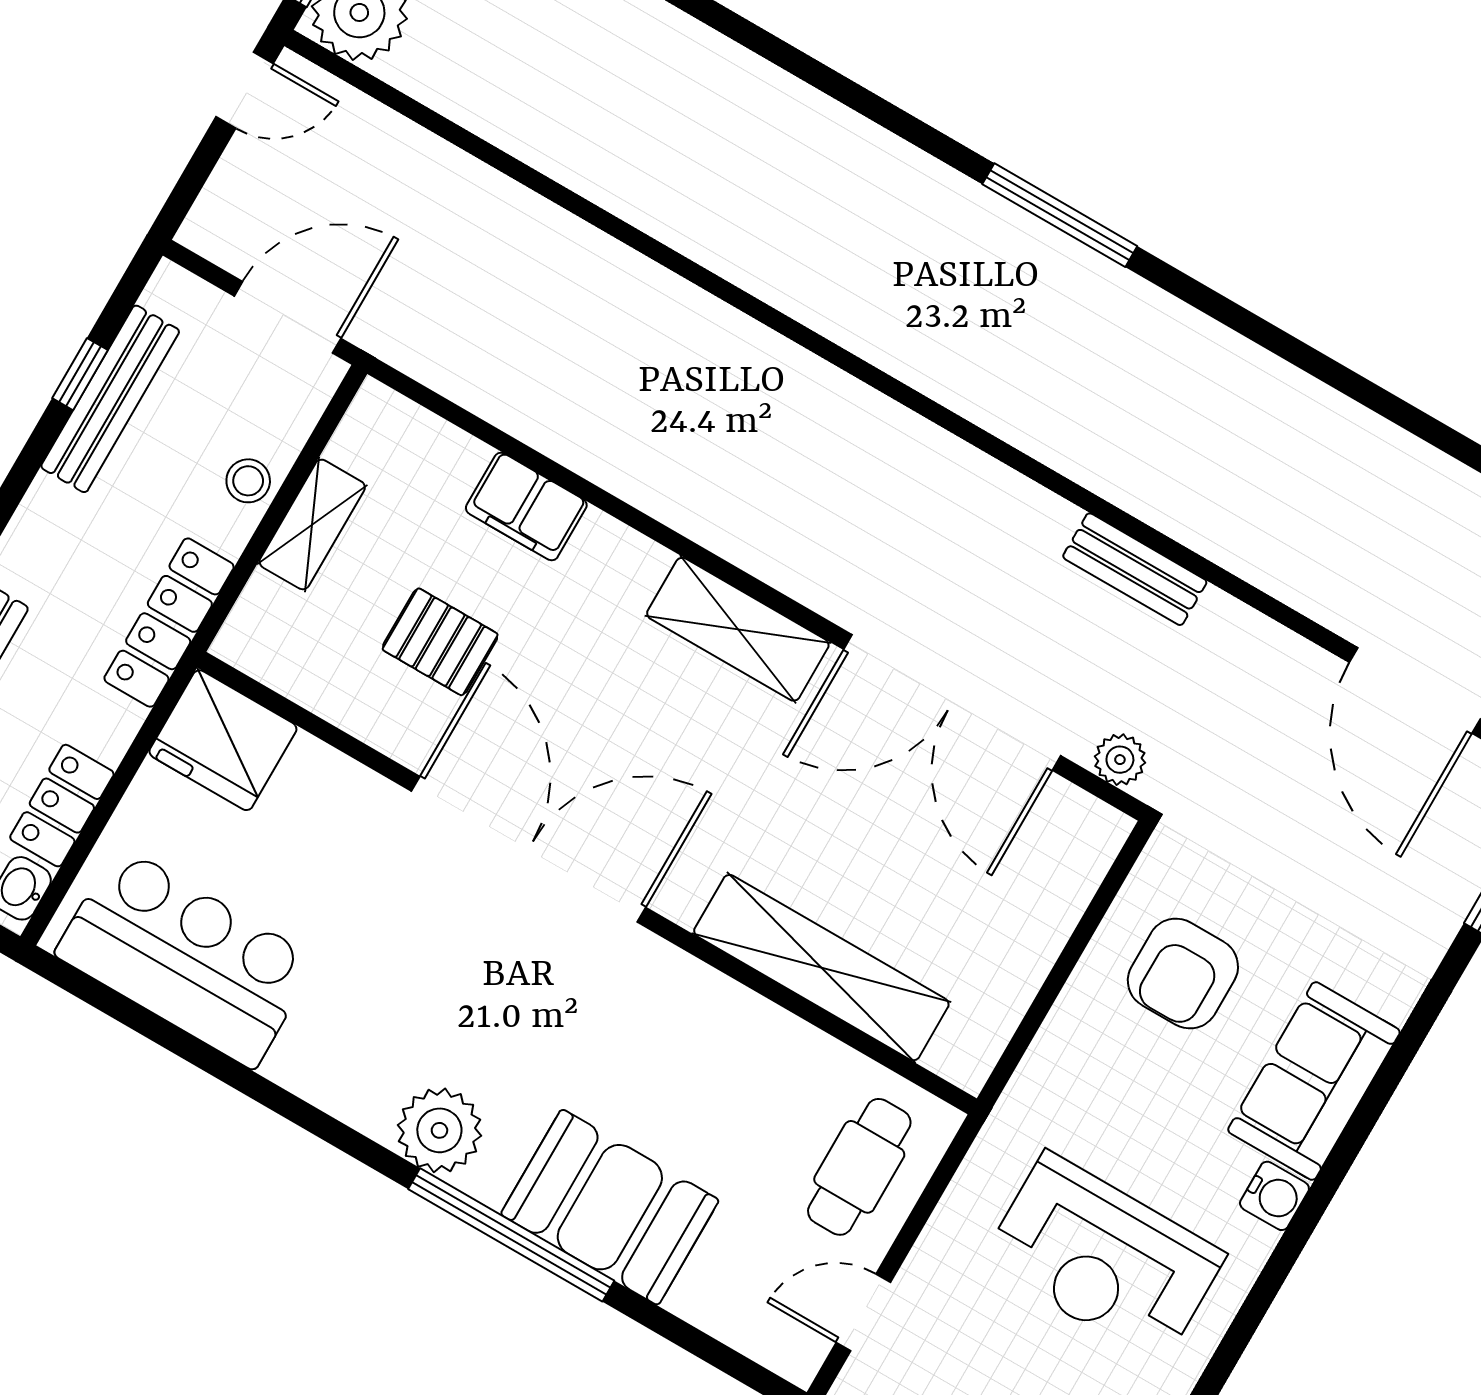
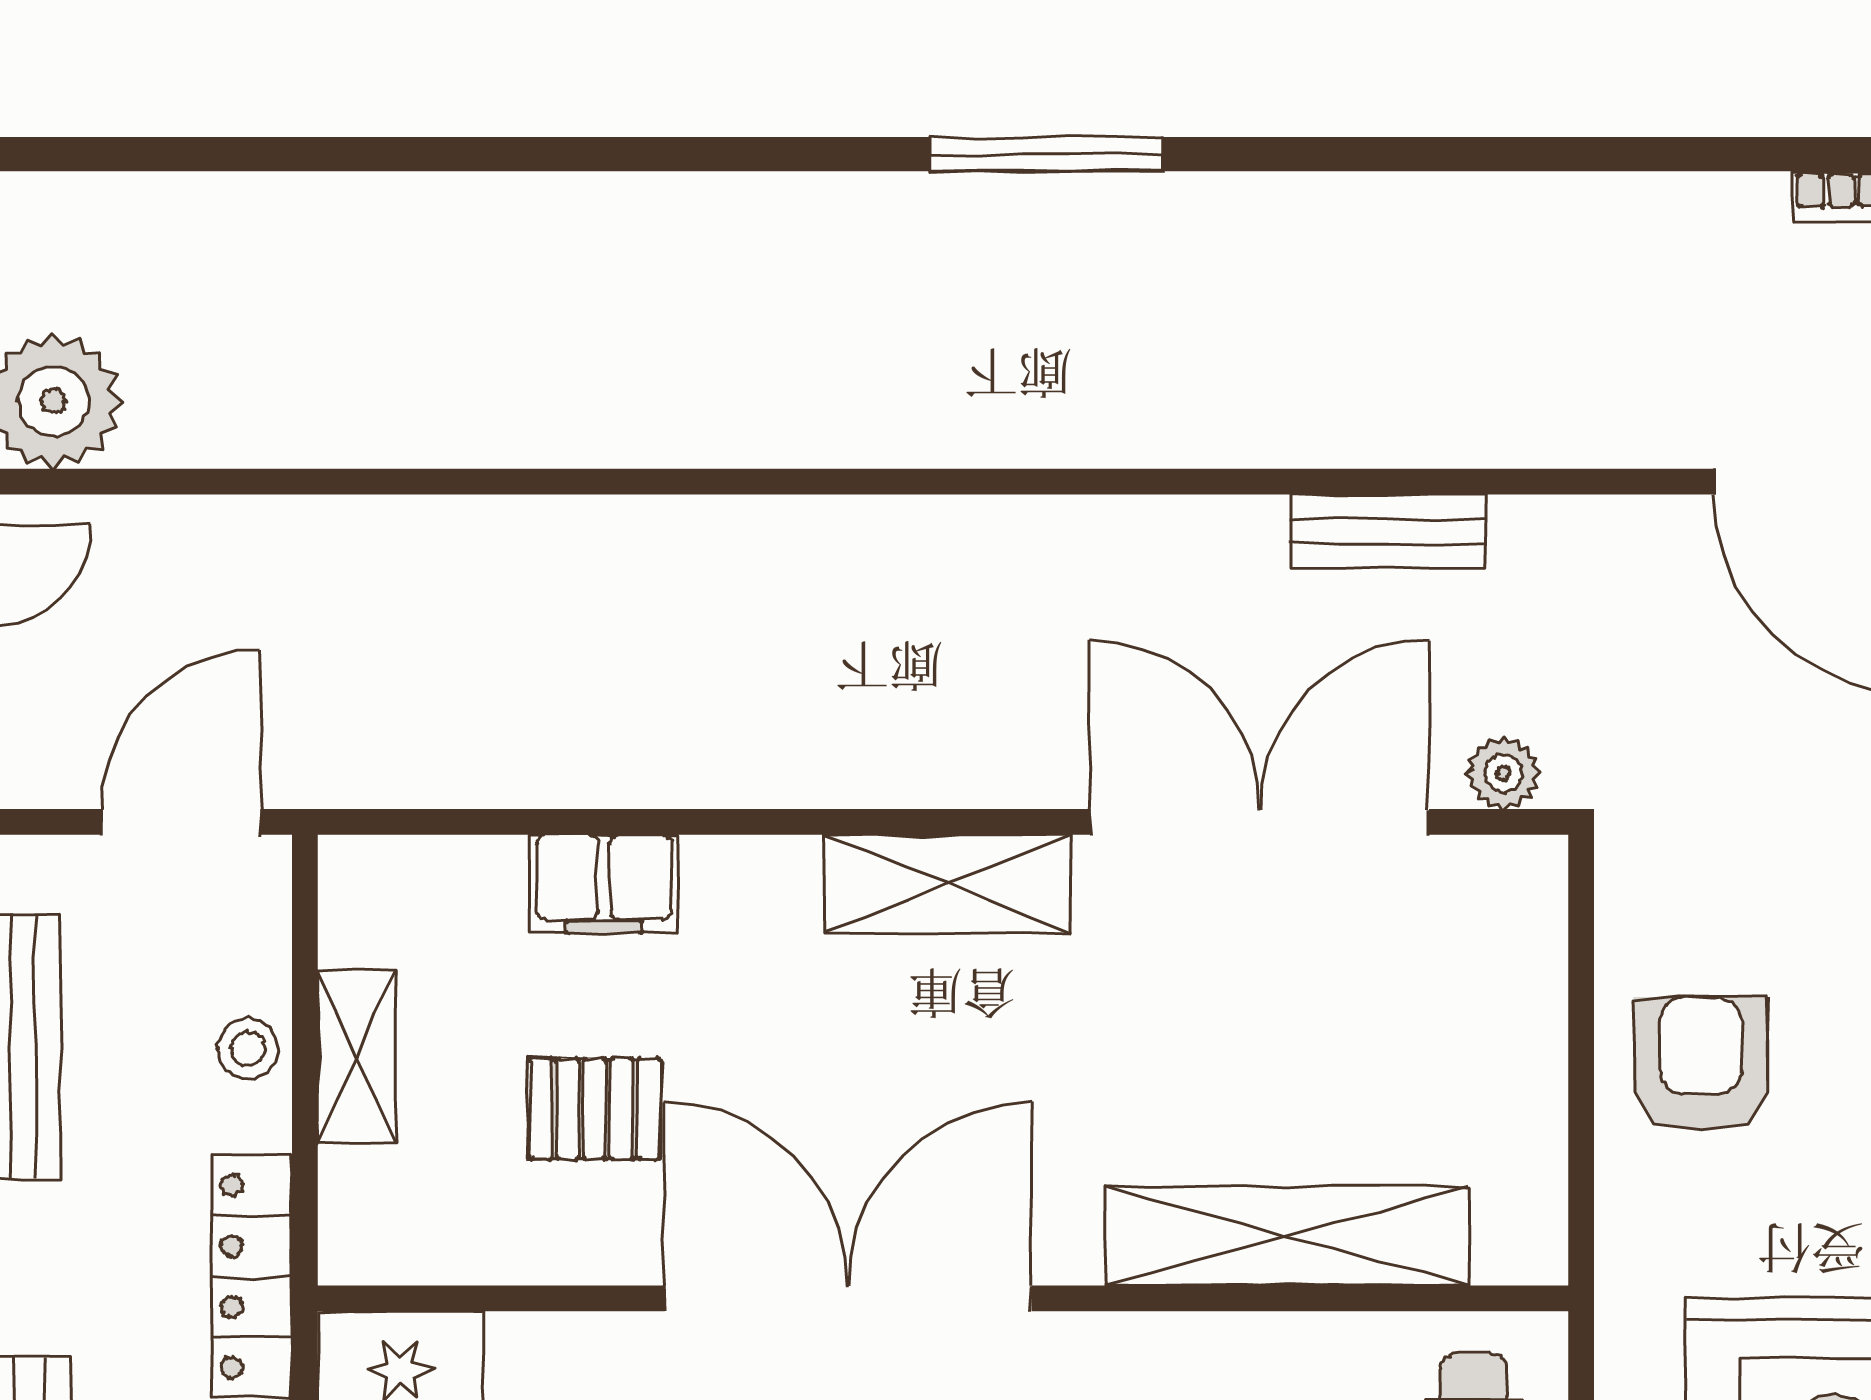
double door: (952, 703) -> (1260, 822), swing flipped
armchair: (1183, 973) -> (1701, 1064), moved, turned 180

